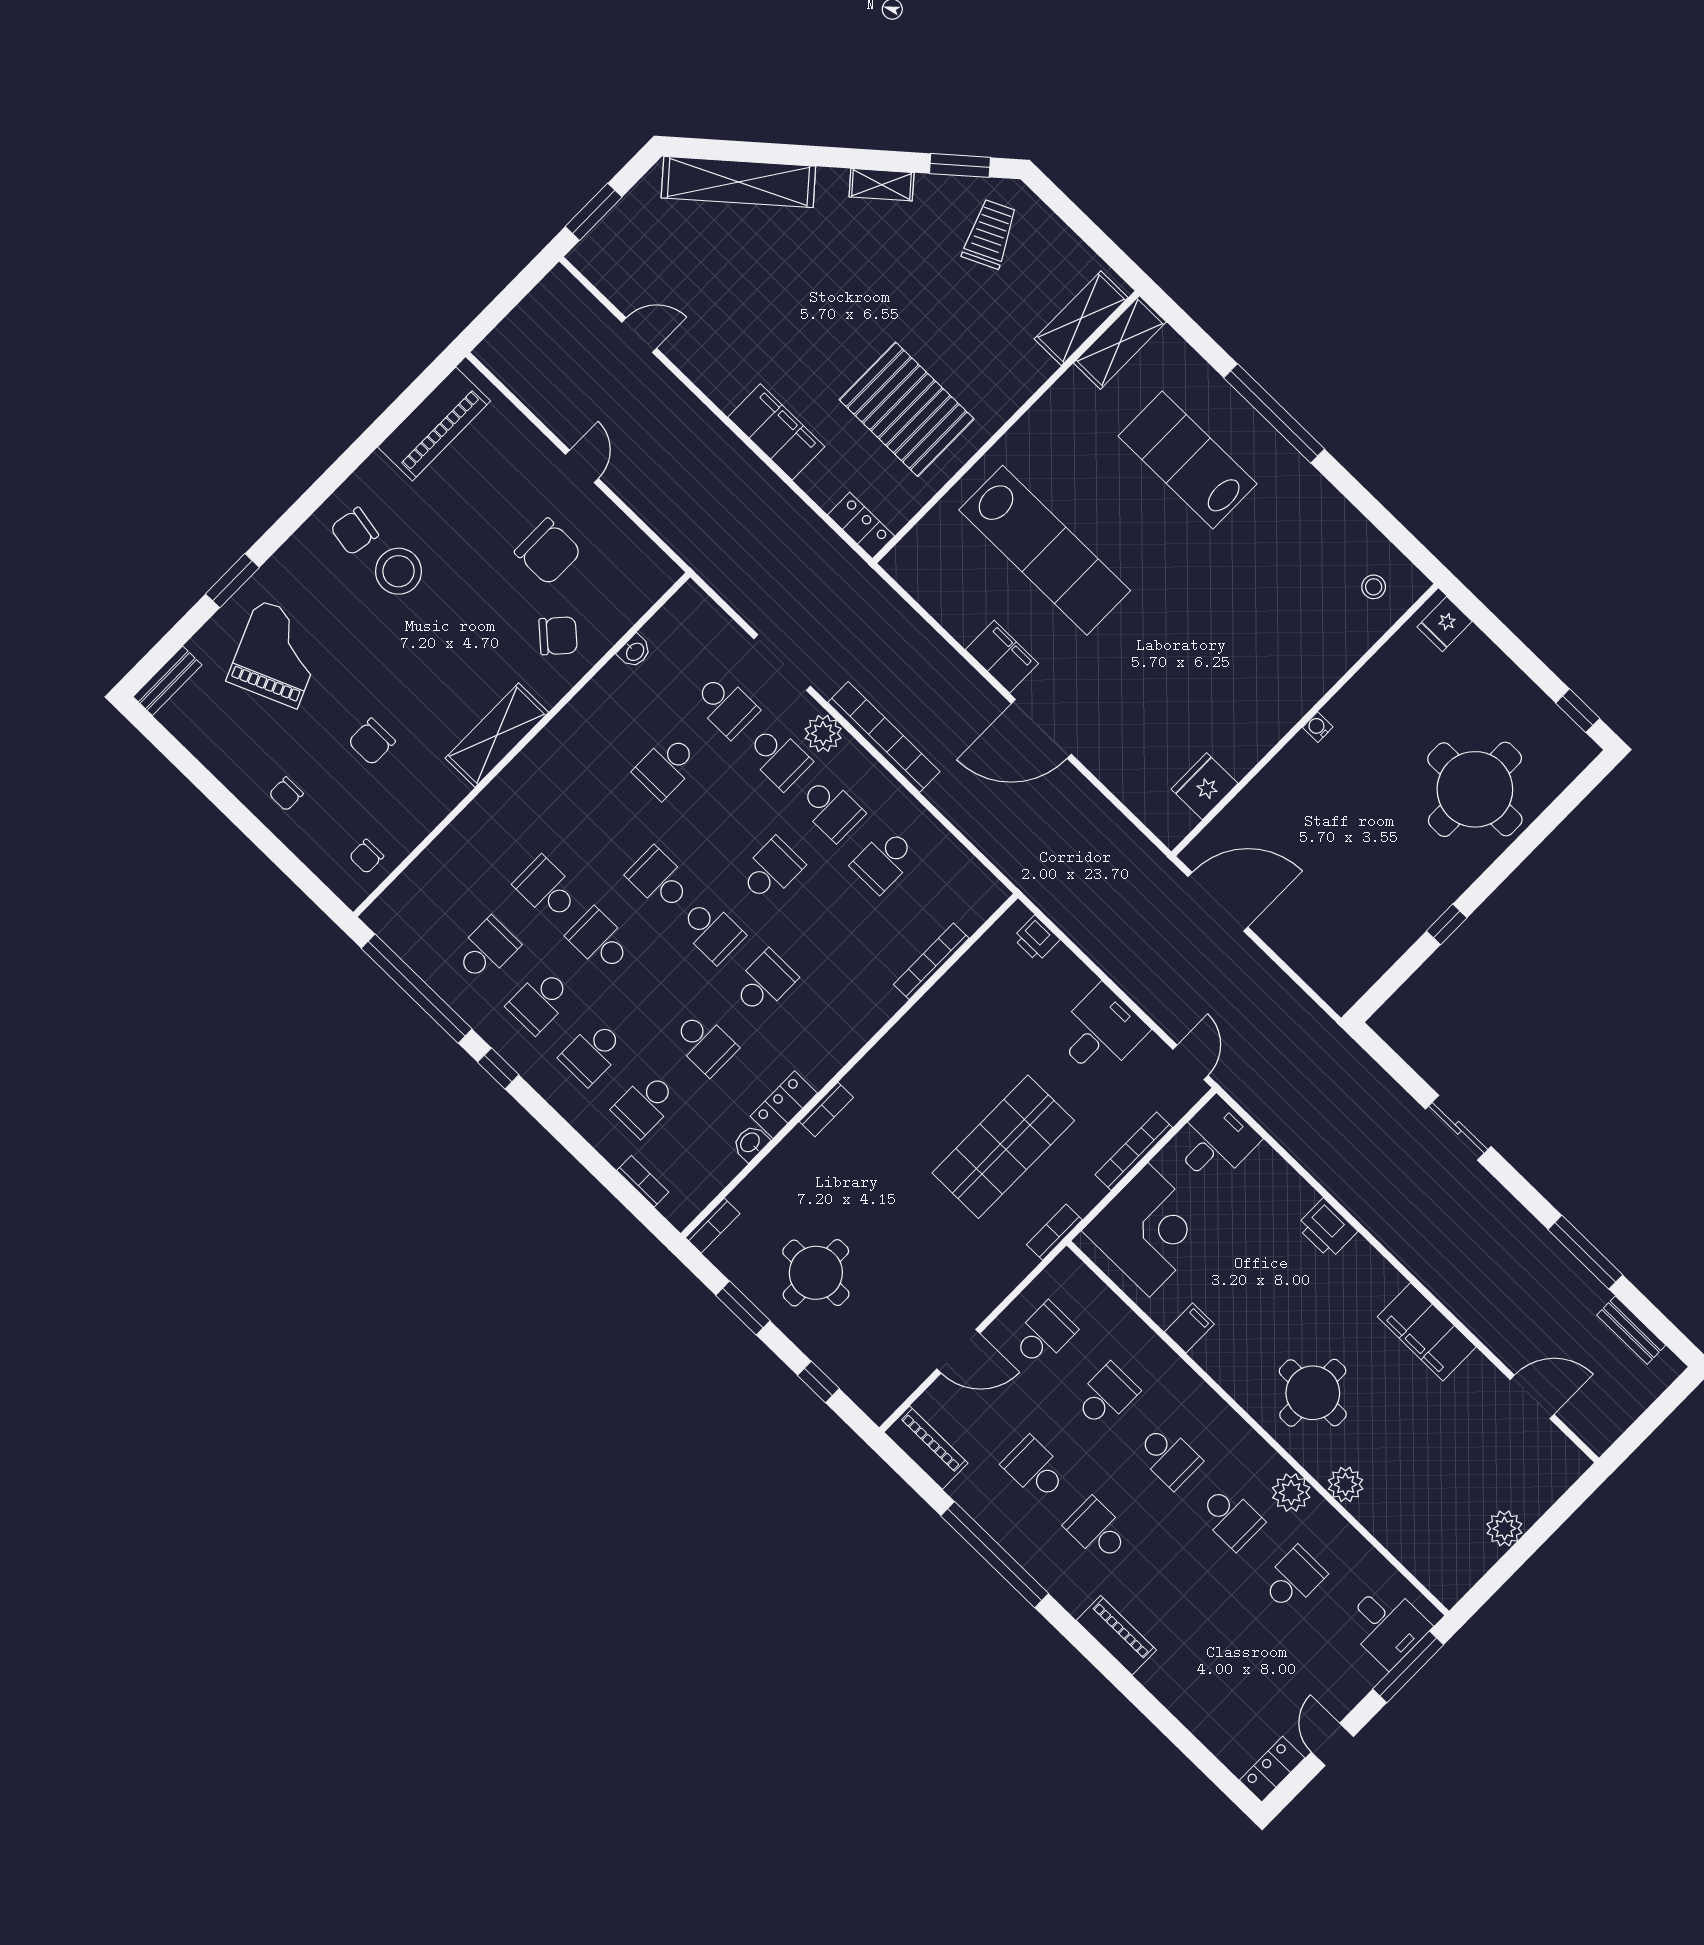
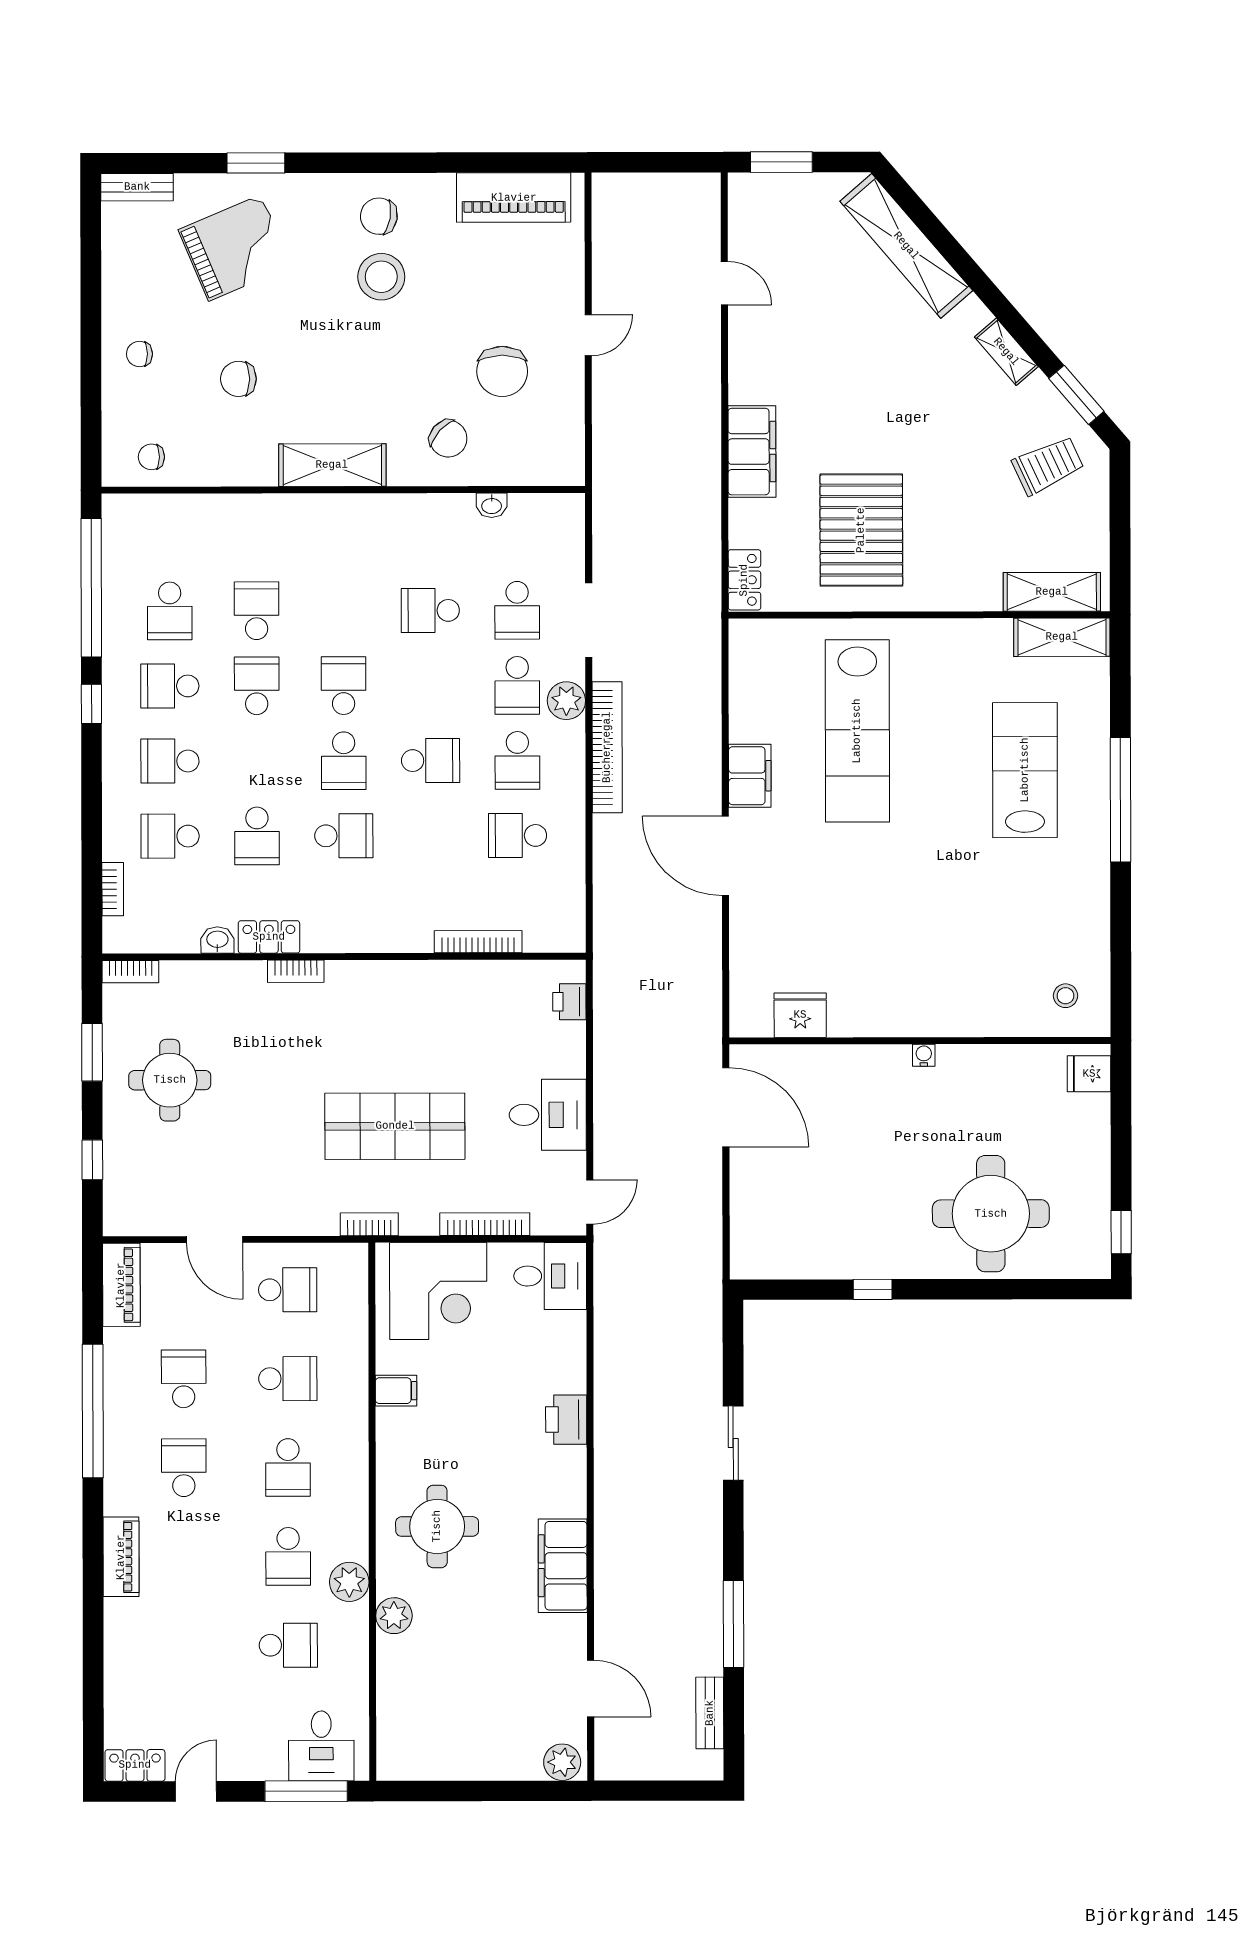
school desk: (487, 950) -> (170, 611), turned 90
plant: (1504, 1528) -> (562, 1762), moved

